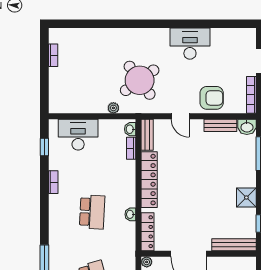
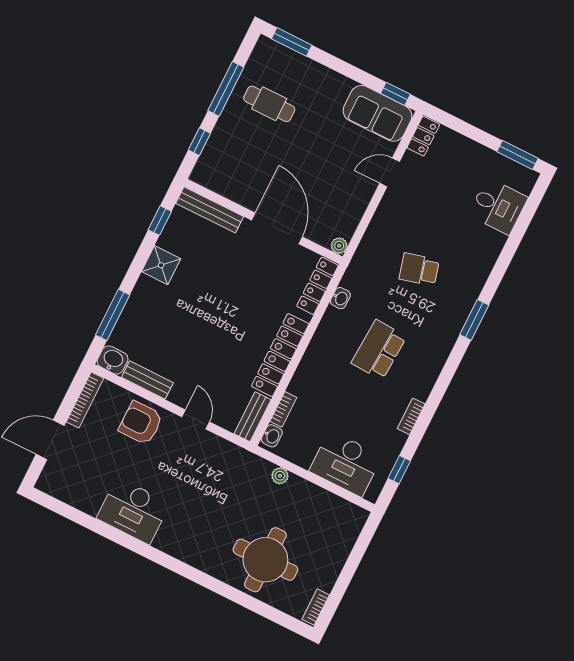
bookcase: (53, 55) -> (316, 607), moved
round table: (140, 80) -> (265, 560), moved, turned 36
washbasin: (130, 214) -> (340, 298), moved

